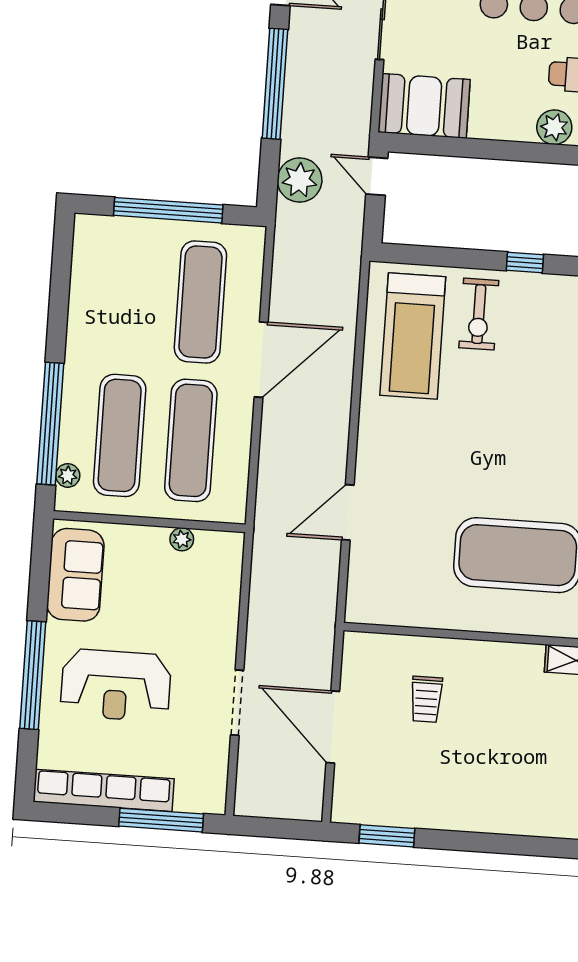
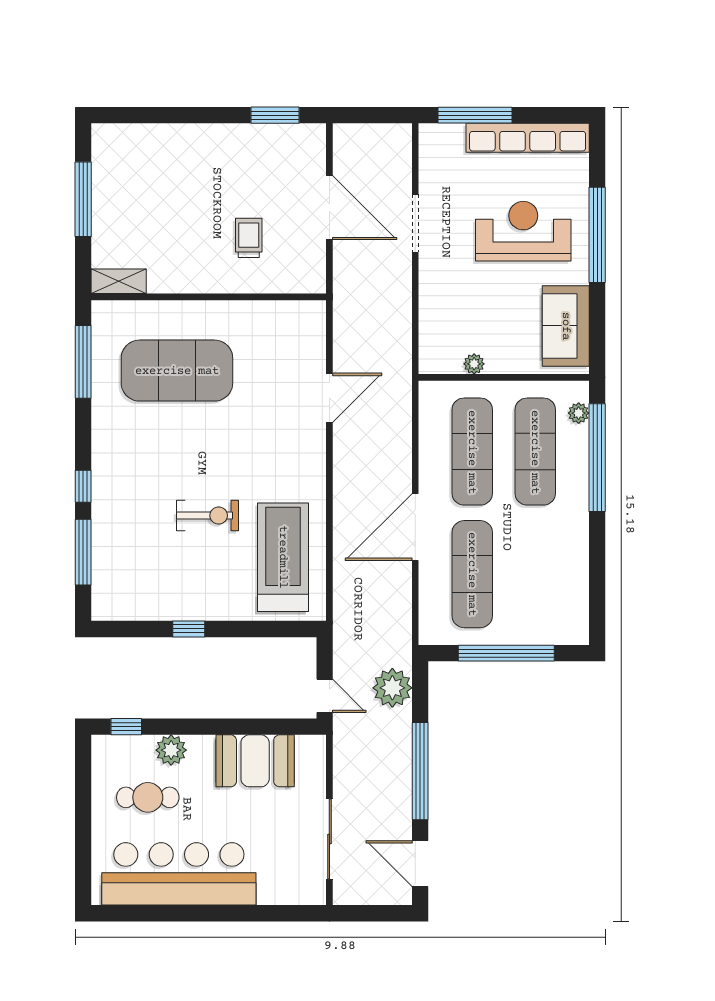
booth: (424, 106) -> (255, 761), moved
exercise bike: (479, 314) -> (208, 516), moved, turned 90

